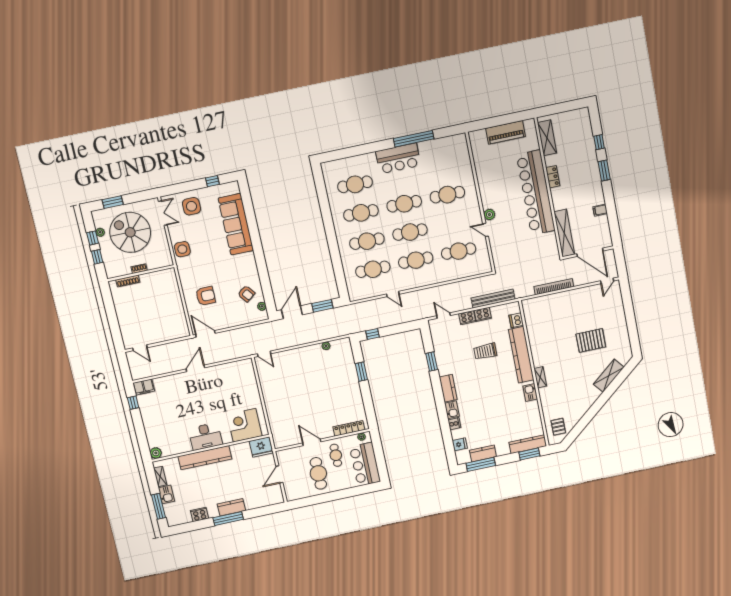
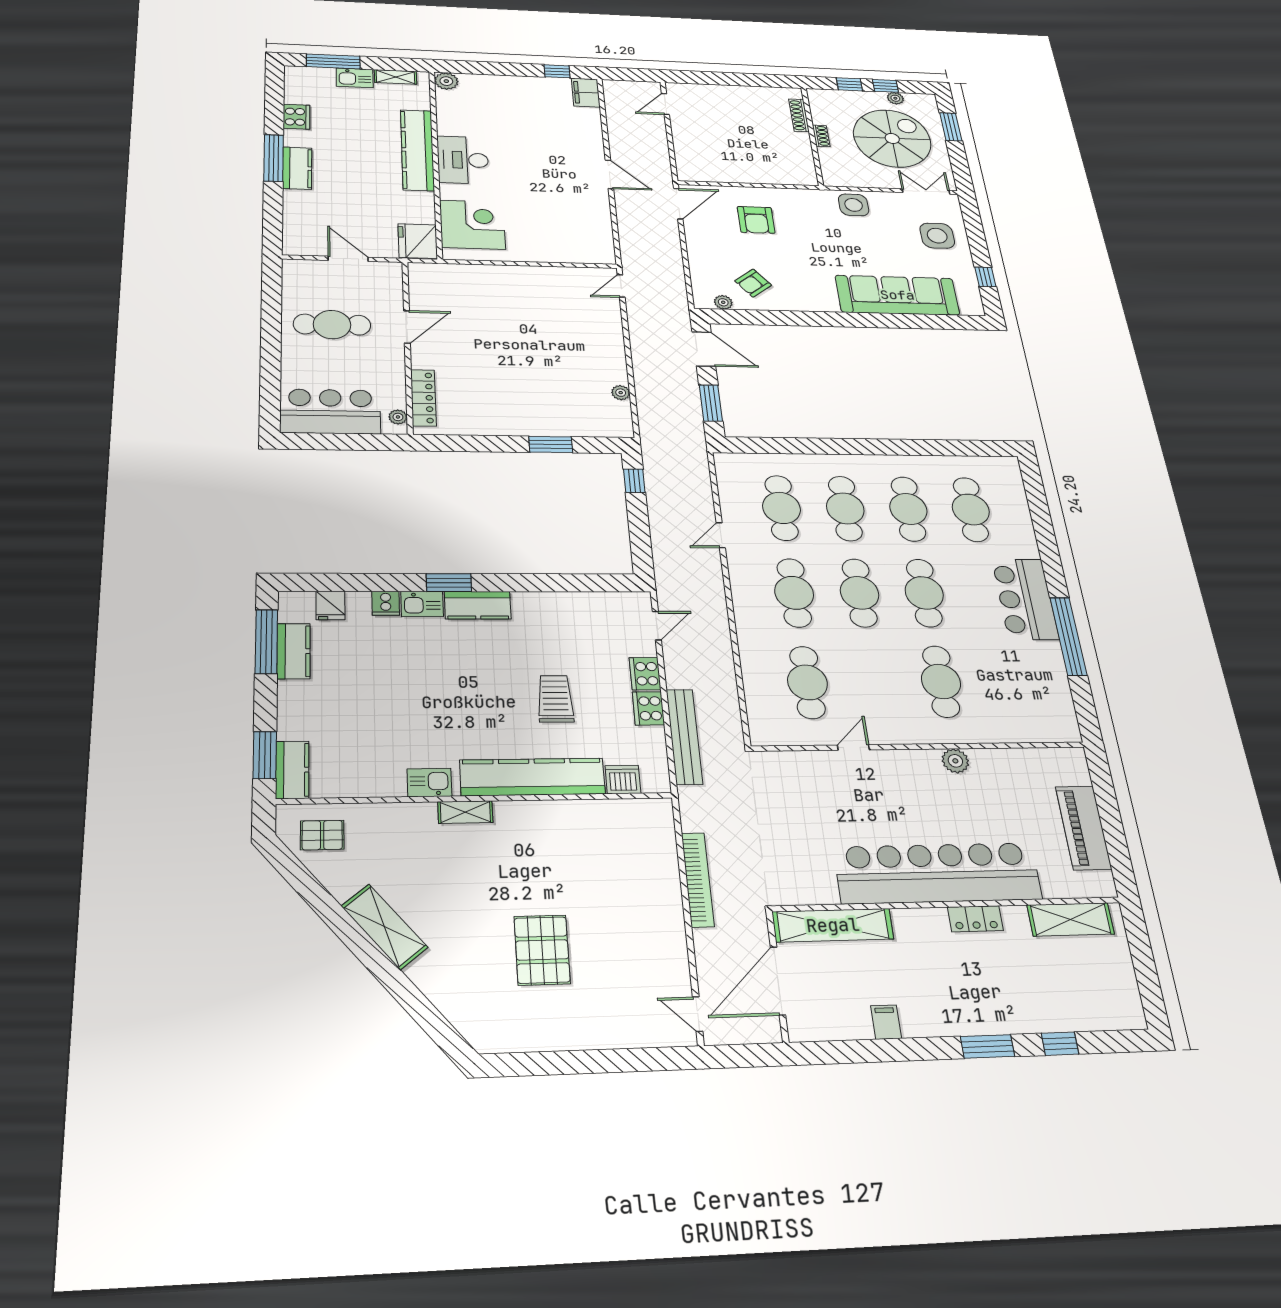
double door: (163, 213) -> (926, 191), swing flipped
plant: (489, 215) -> (955, 761), moved
window: (432, 362) -> (449, 583), moved
shelving: (609, 376) -> (384, 927), moved
kitchen counter: (528, 444) -> (292, 770), width x0.67
cafe table: (336, 455) -> (366, 363), removed

